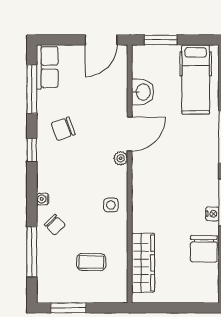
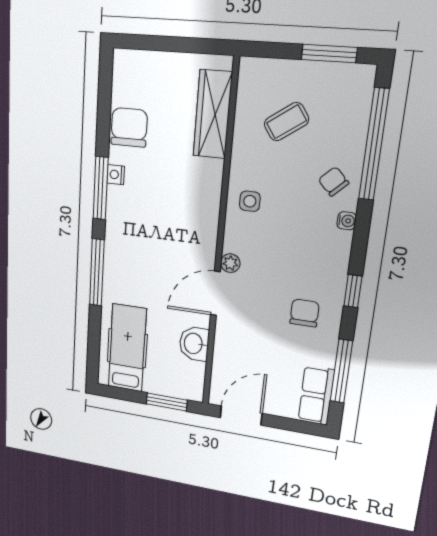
chair: (63, 129) -> (304, 313), turned -70
window: (32, 252) -> (374, 145), width x1.46
coffee table: (91, 262) -> (286, 122), turned -36

